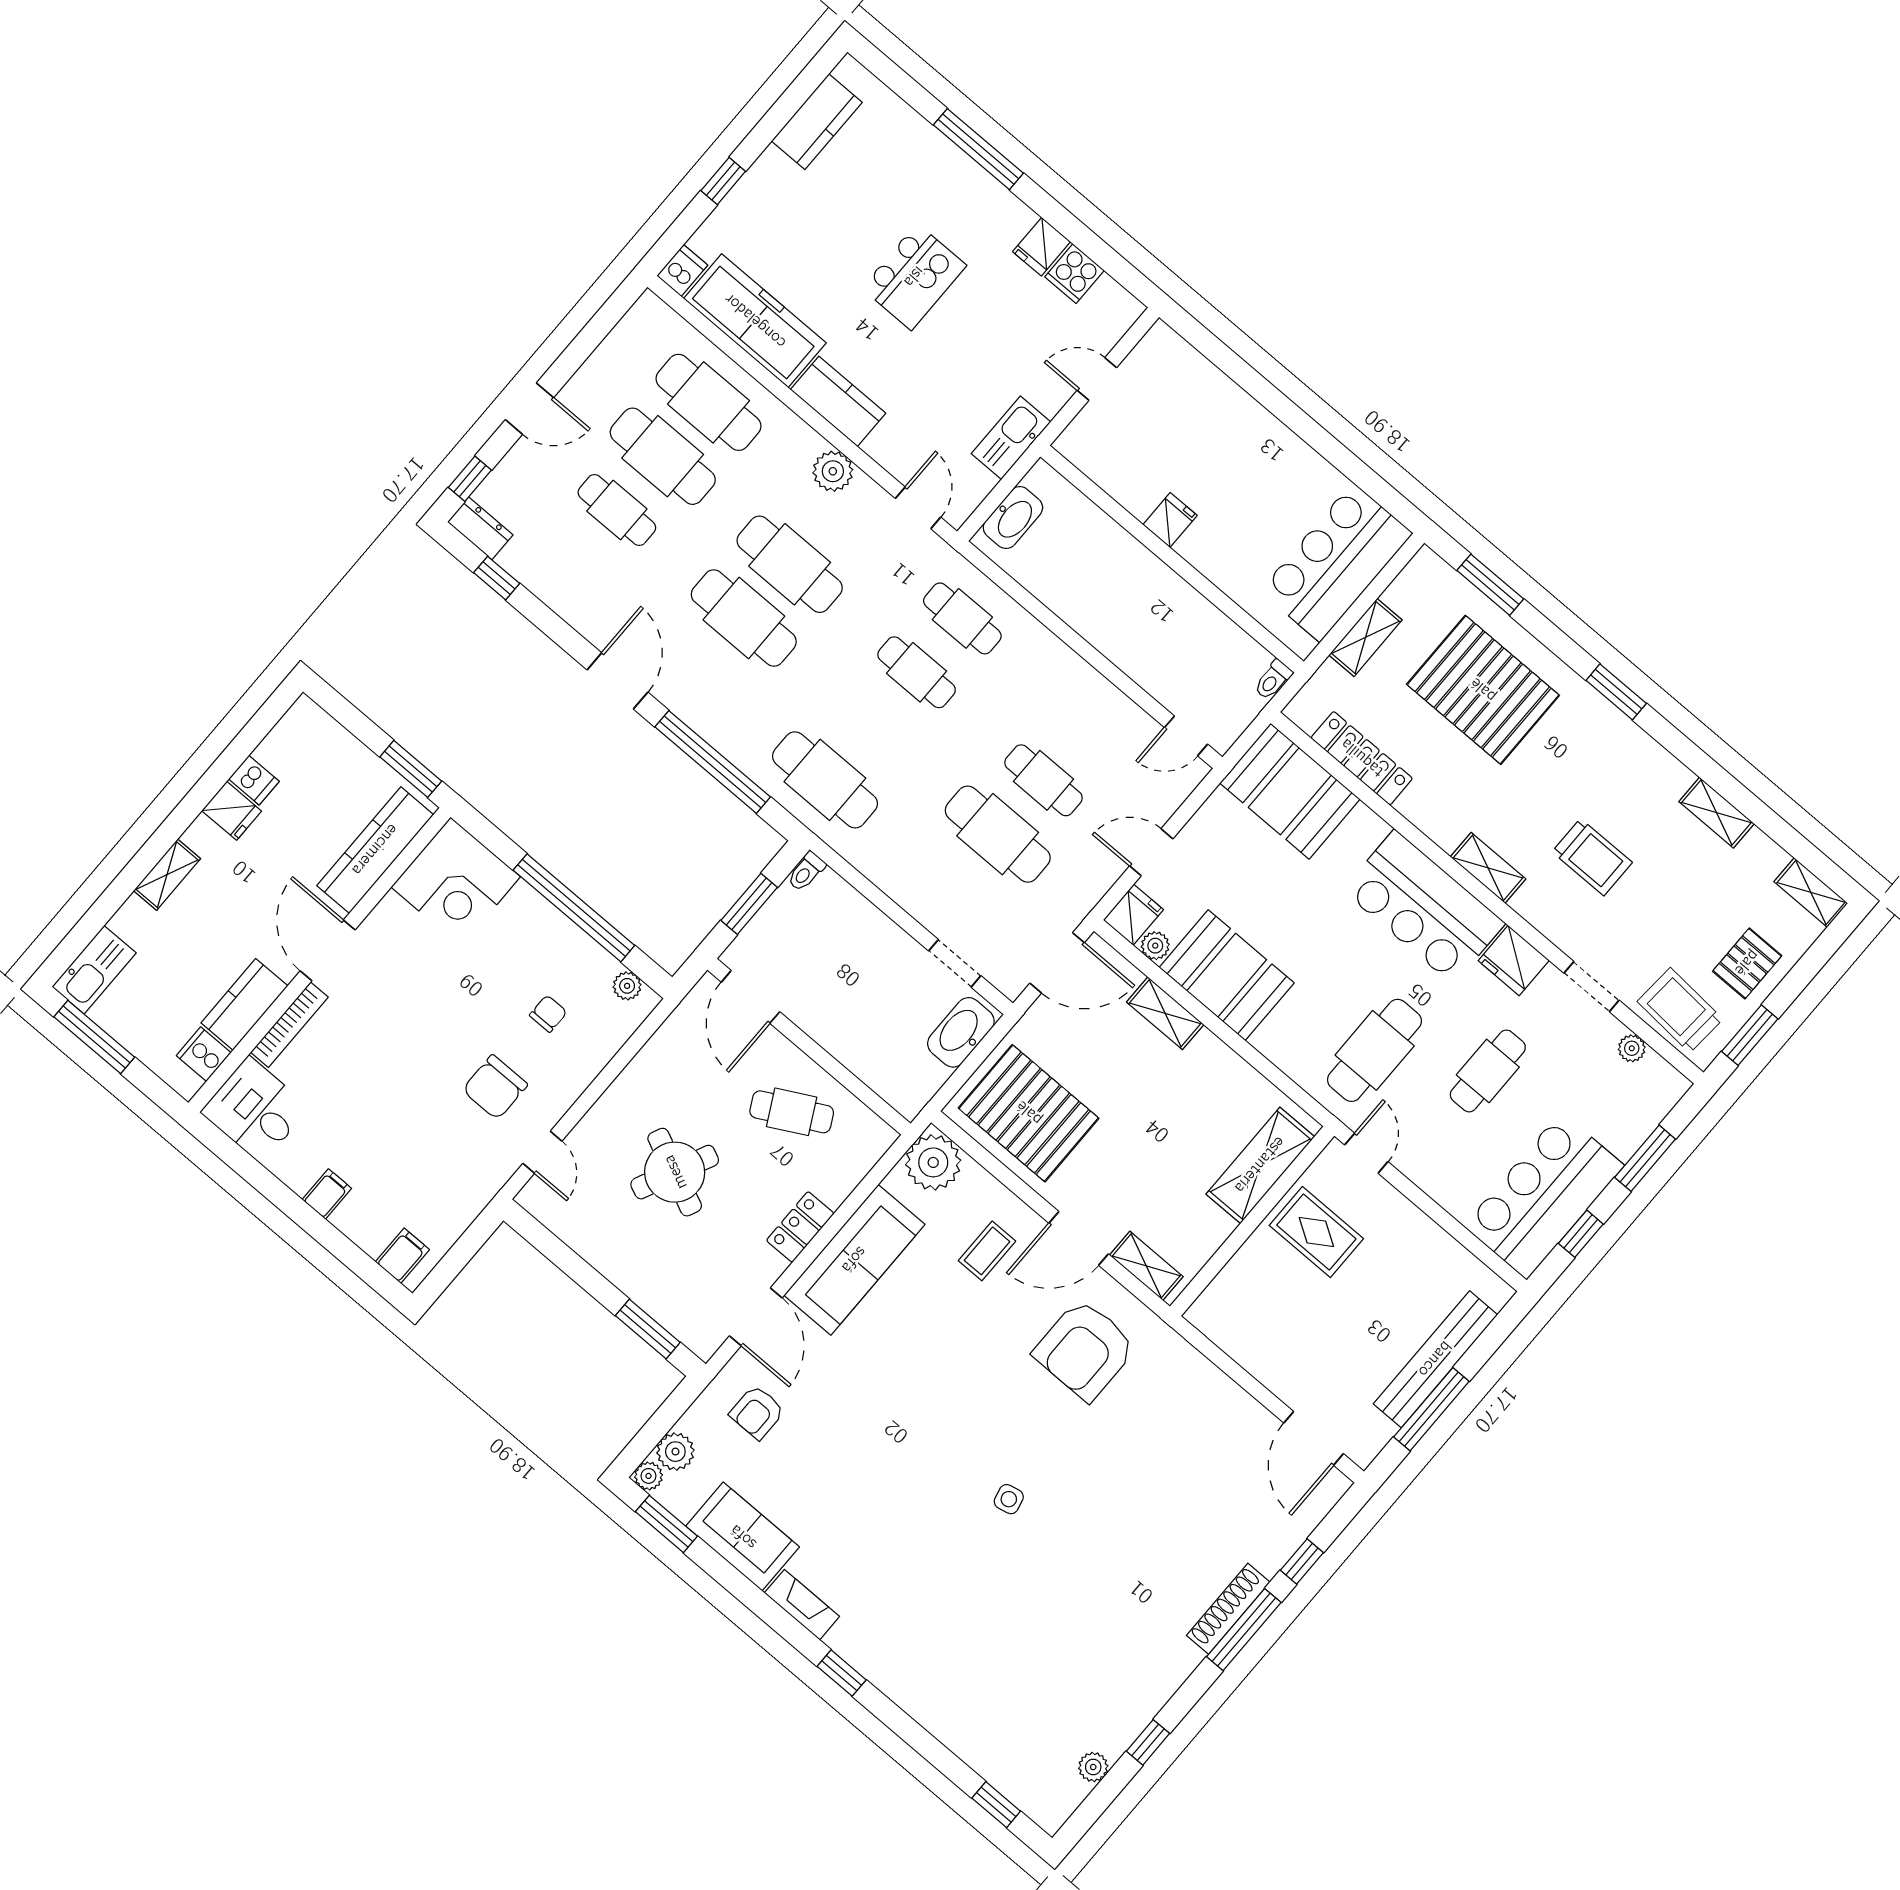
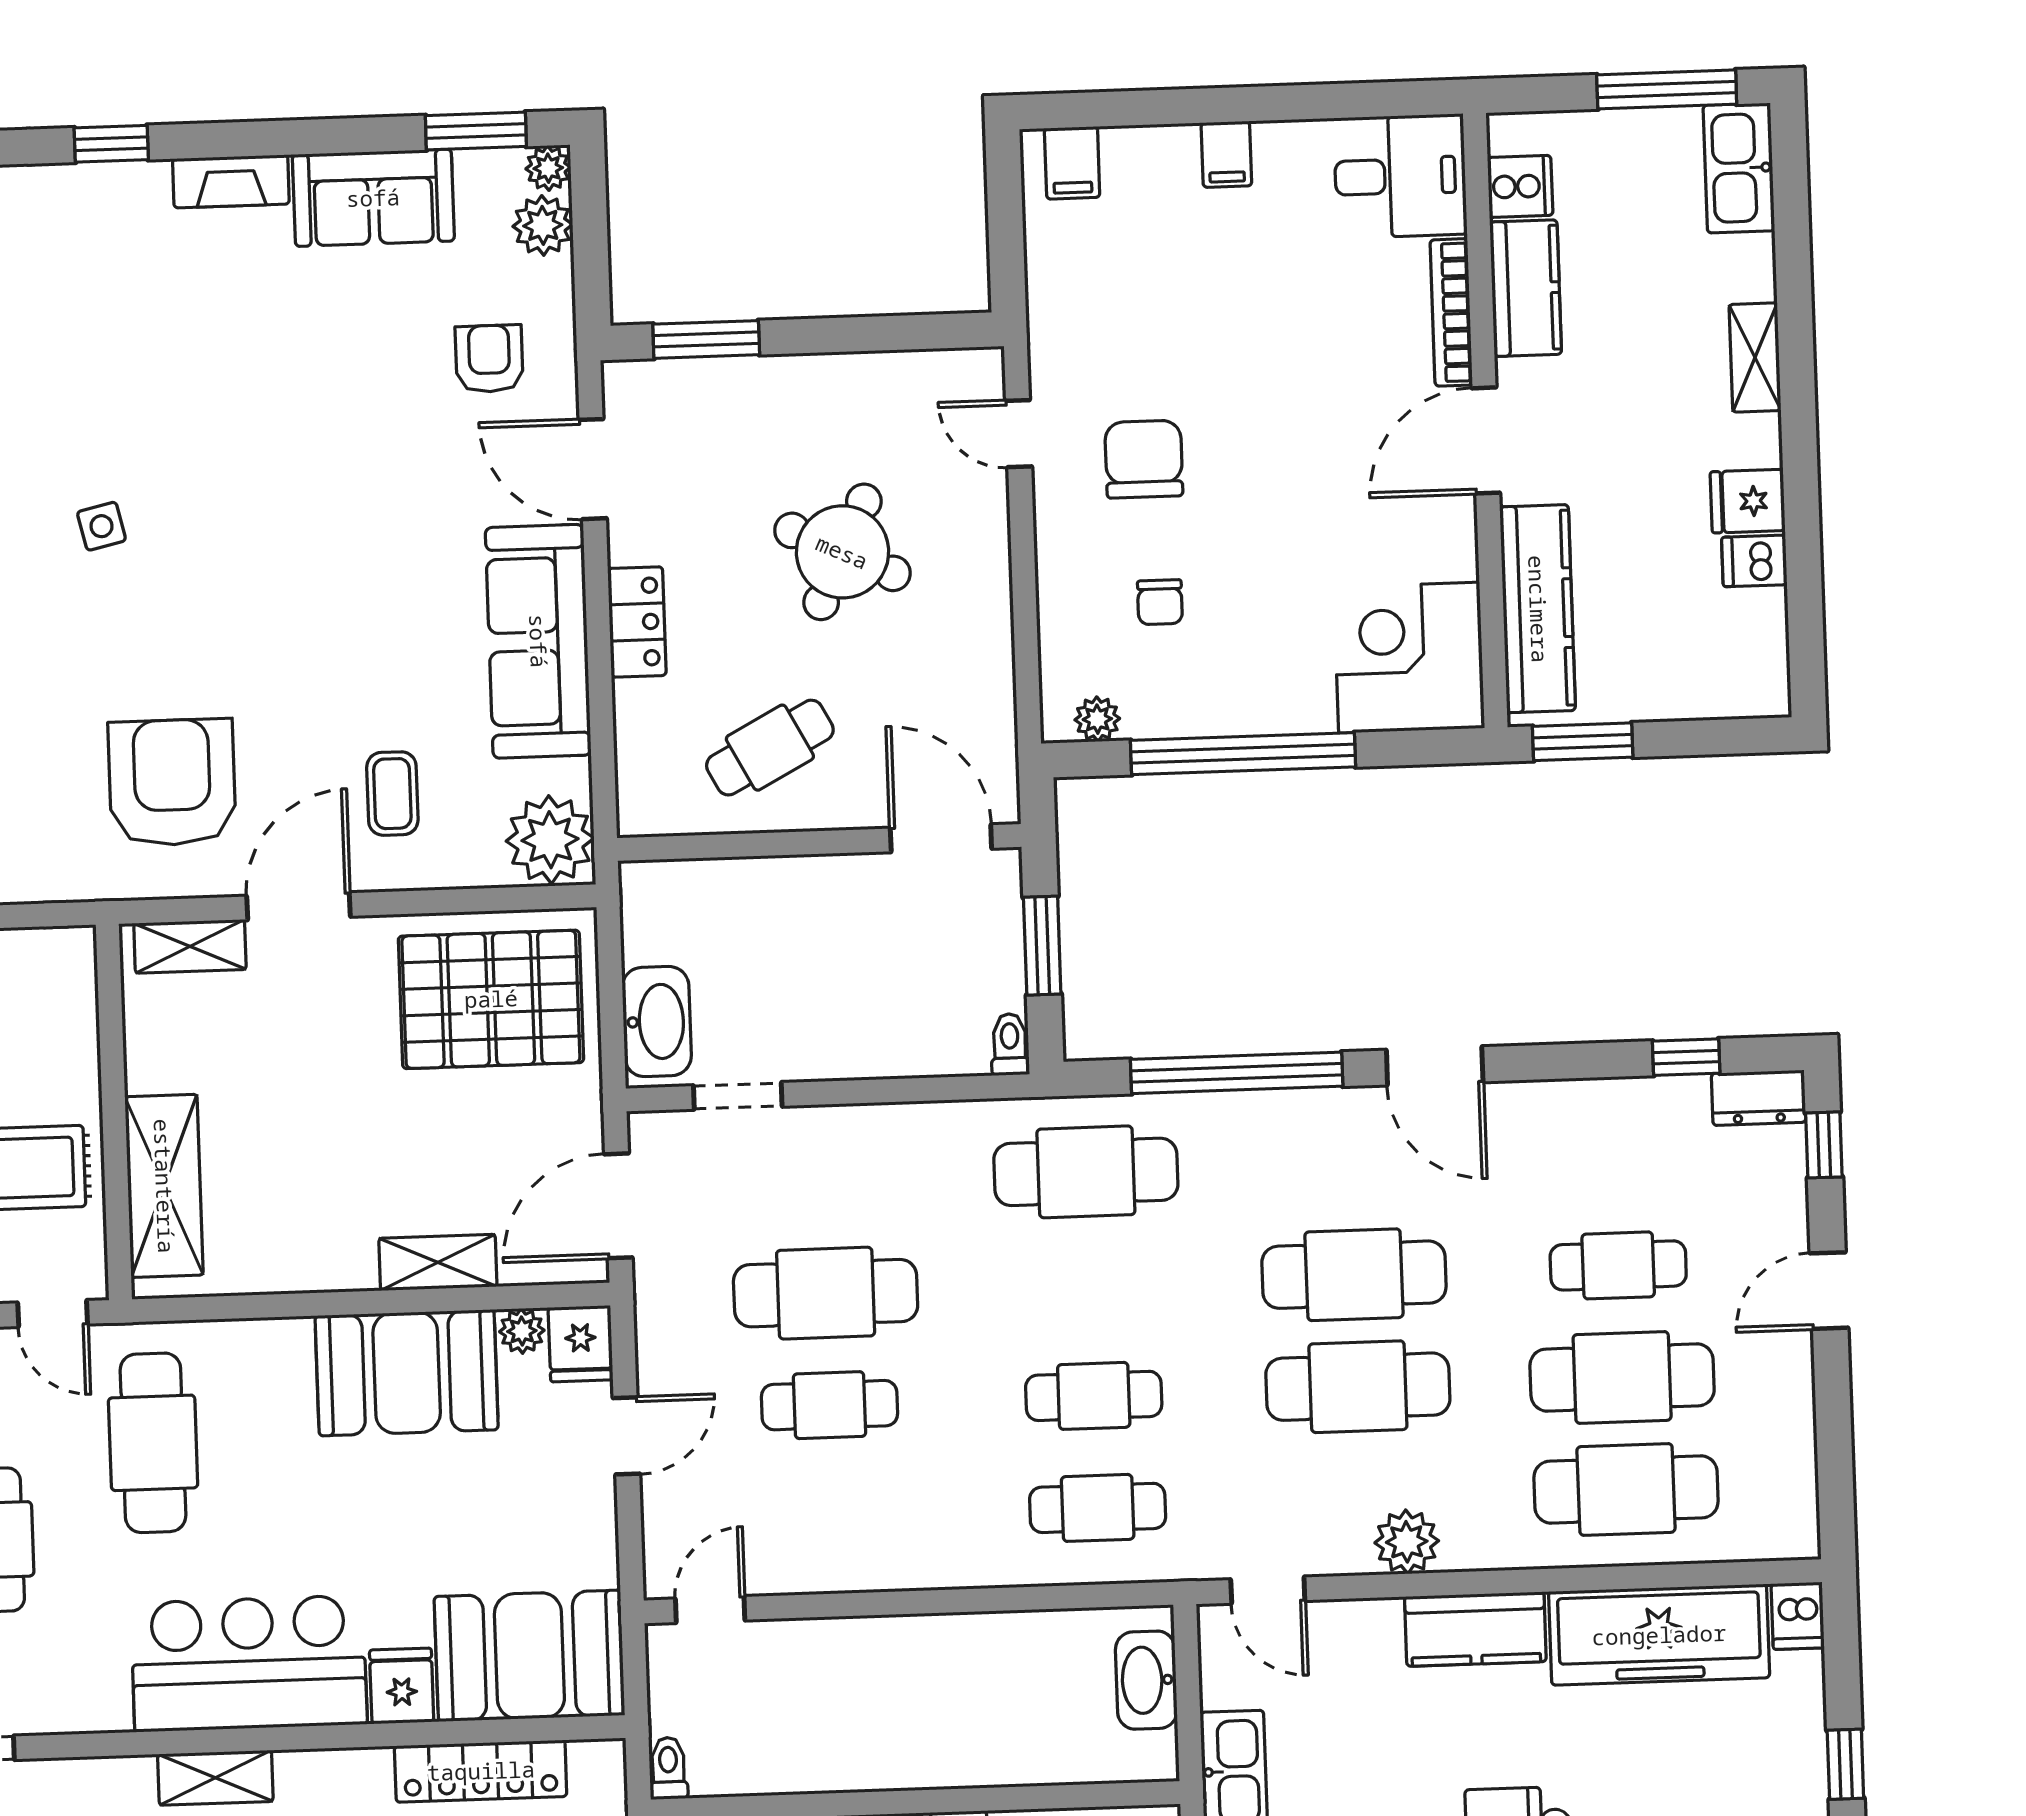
door: (328, 950) -> (1486, 440), swing flipped
fridge: (1514, 961) -> (402, 1686), moved, width x0.72

